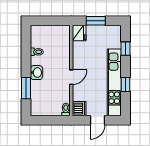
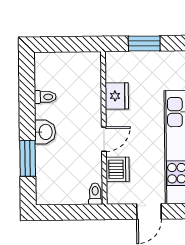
fridge: (79, 33) -> (117, 96), moved
dishwasher: (79, 109) -> (118, 169), moved

